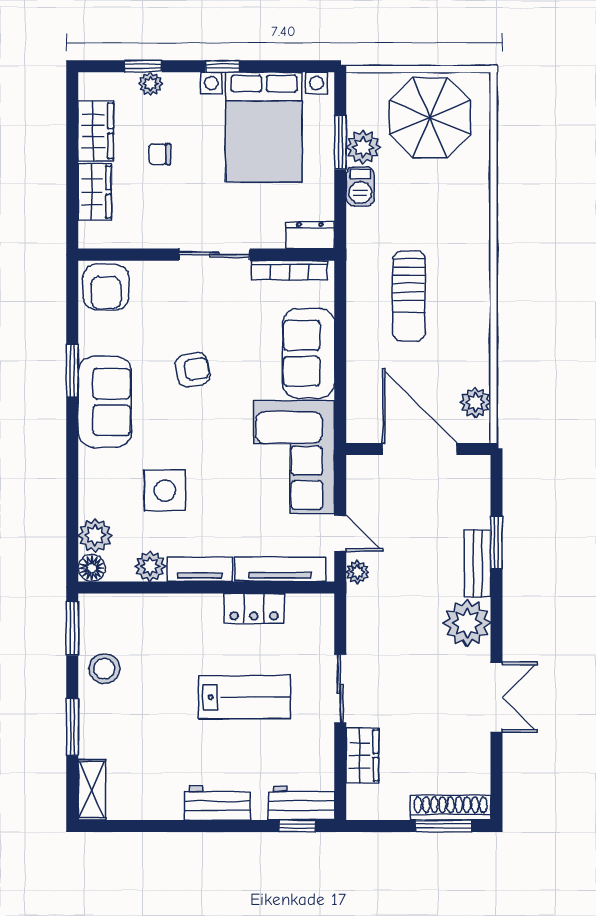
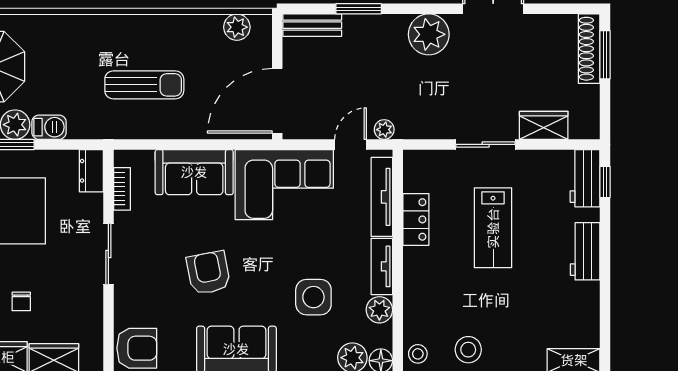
bookcase: (289, 270) -> (122, 189), width x0.64
armchair: (193, 370) -> (208, 273), width x1.38, depth x1.38
door: (420, 449) -> (277, 101), moved
bench: (478, 564) -> (312, 25), moved
stool: (99, 611) -> (418, 354), added
lab bench: (245, 697) -> (493, 228), turned 180

